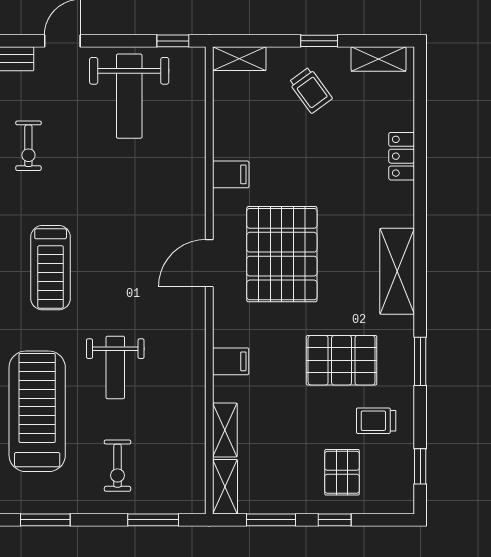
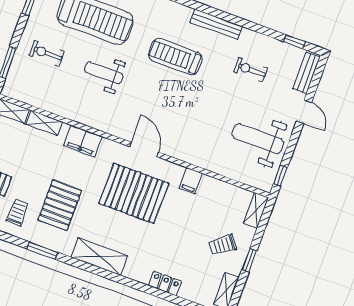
filing cabinet: (231, 361) -> (83, 141), width x2.00

